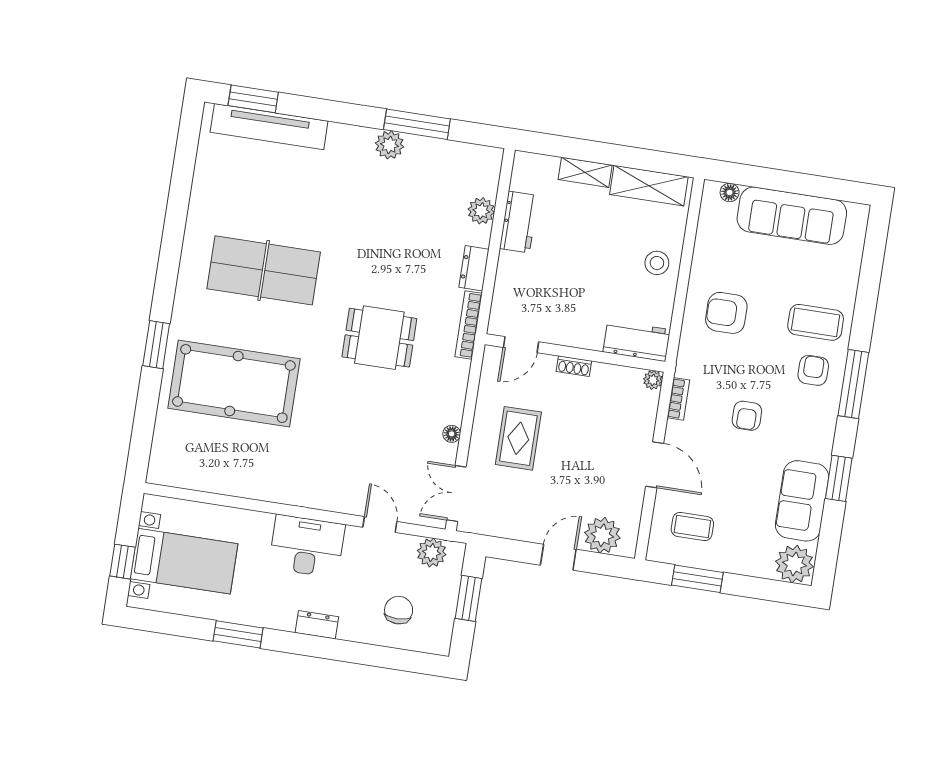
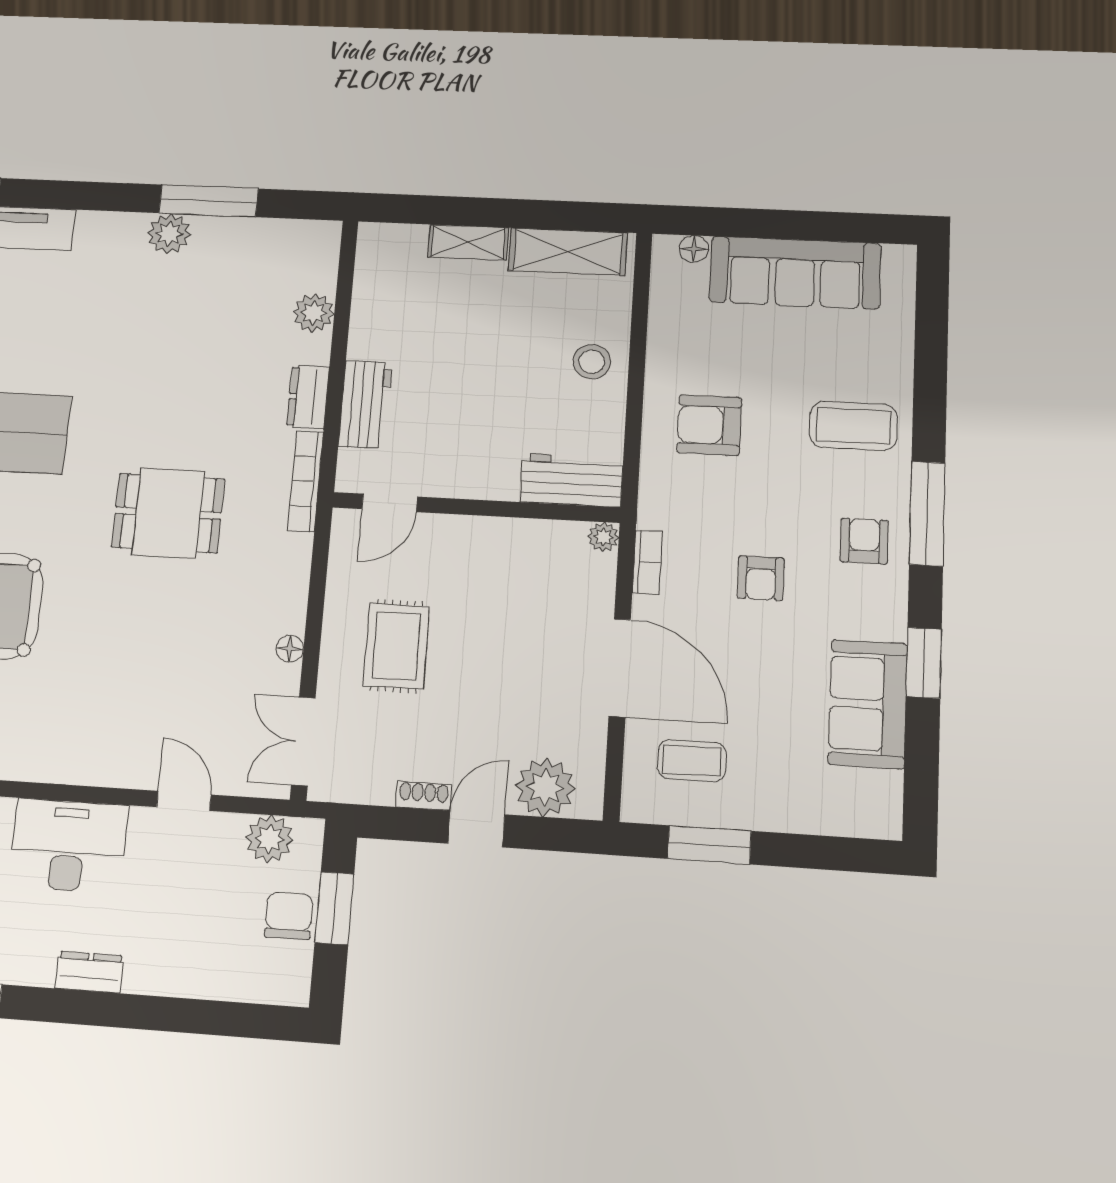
workbench: (519, 222) -> (365, 404), moved
shoe rack: (574, 366) -> (424, 796), moved, turned 180
armchair: (813, 370) -> (864, 541), moved
door: (655, 465) -> (620, 668), width x1.36
plant: (794, 564) -> (869, 807), removed
chair: (399, 610) -> (289, 916), moved

